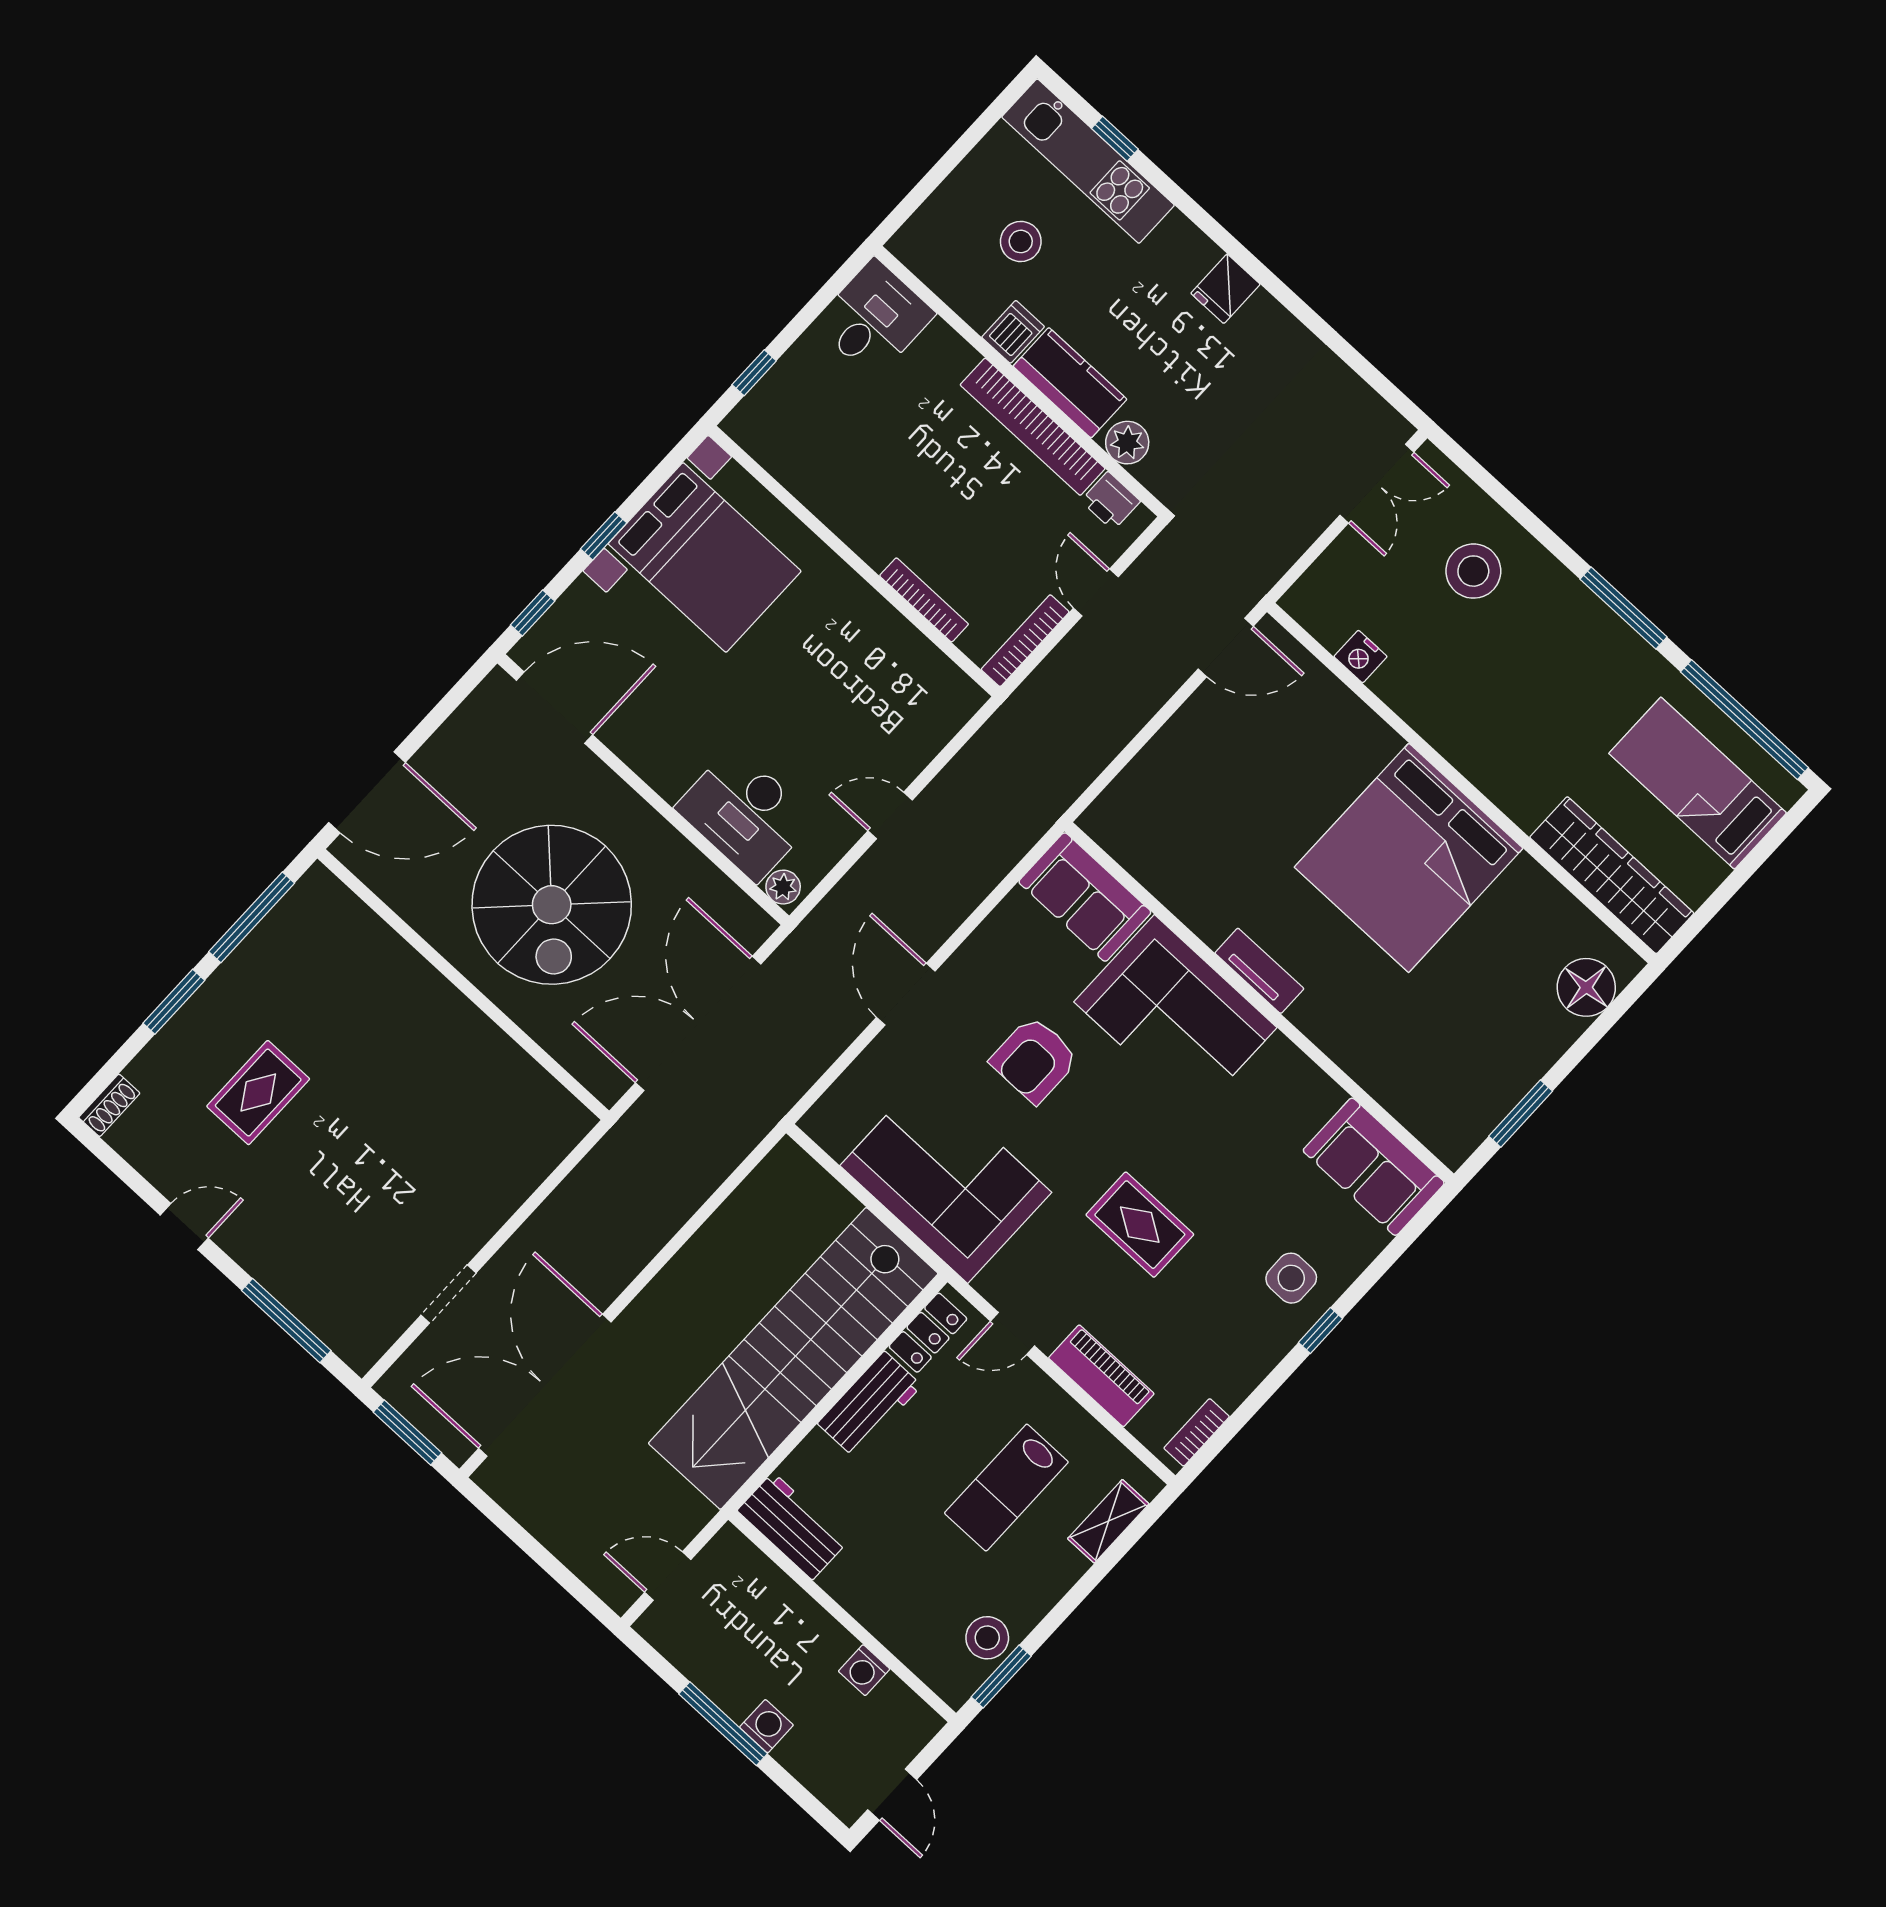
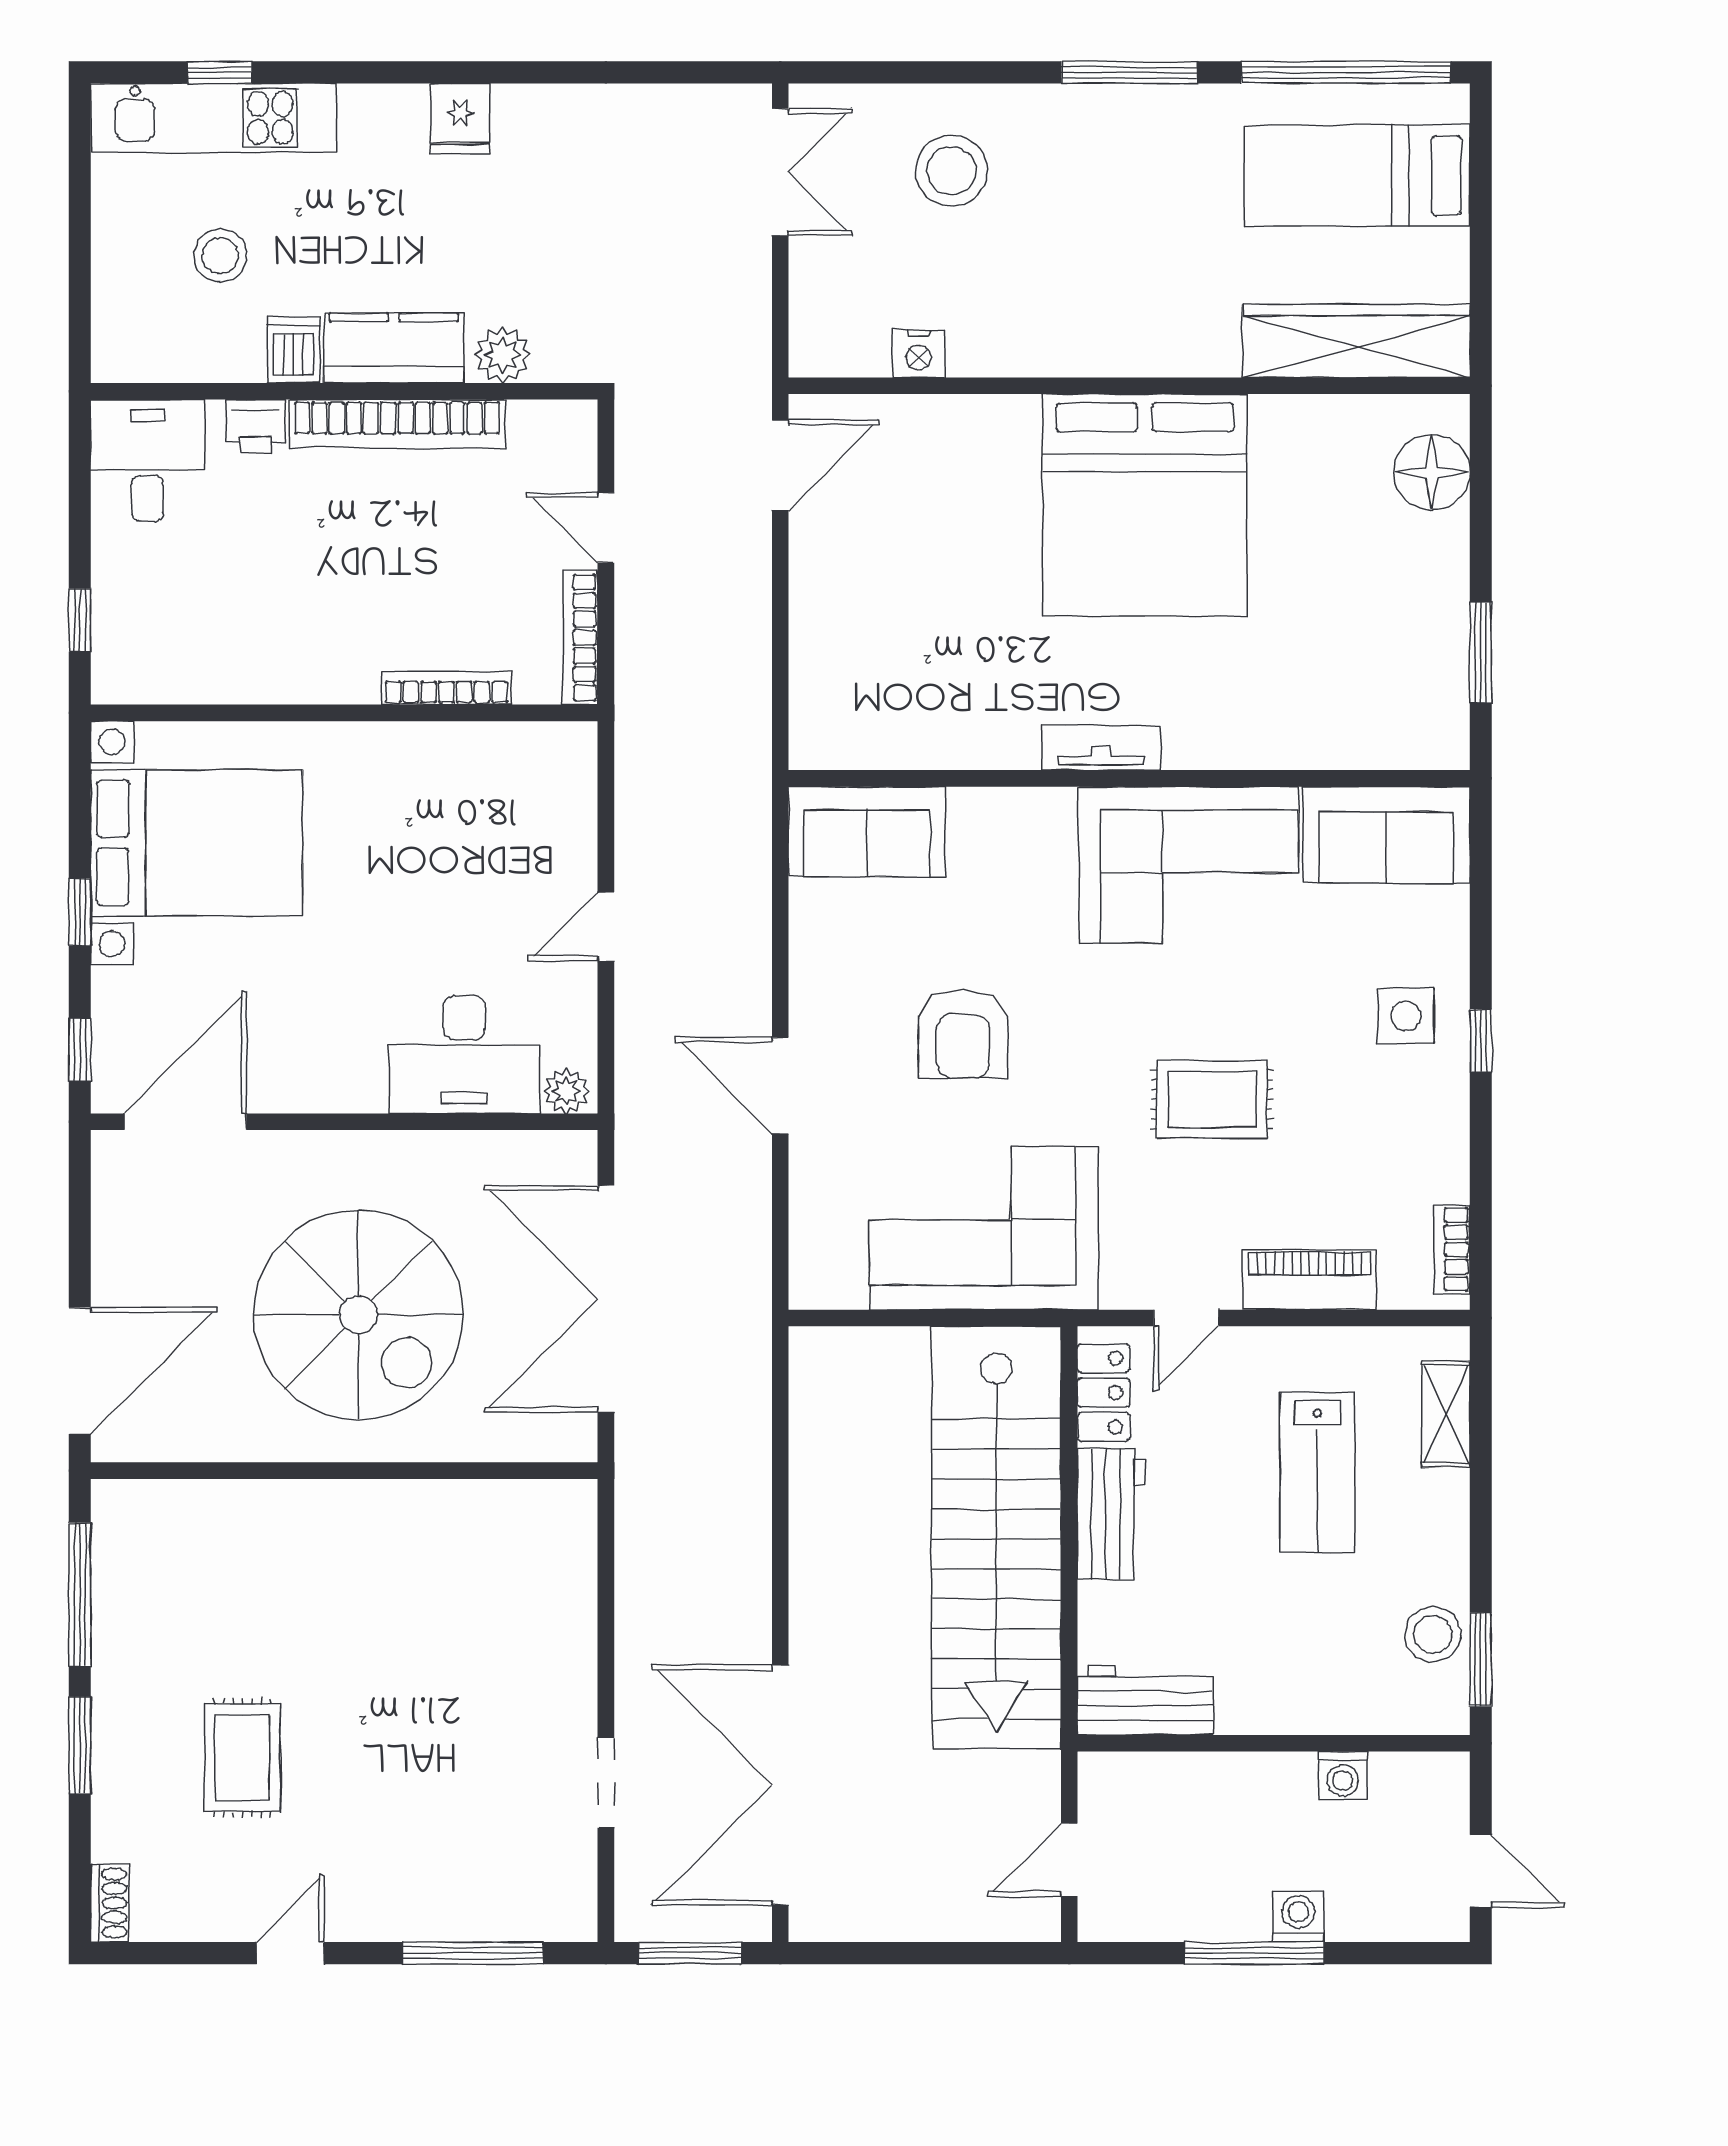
printer: (1111, 501) -> (255, 426), moved
corner sofa: (1175, 1015) -> (1189, 865), moved

